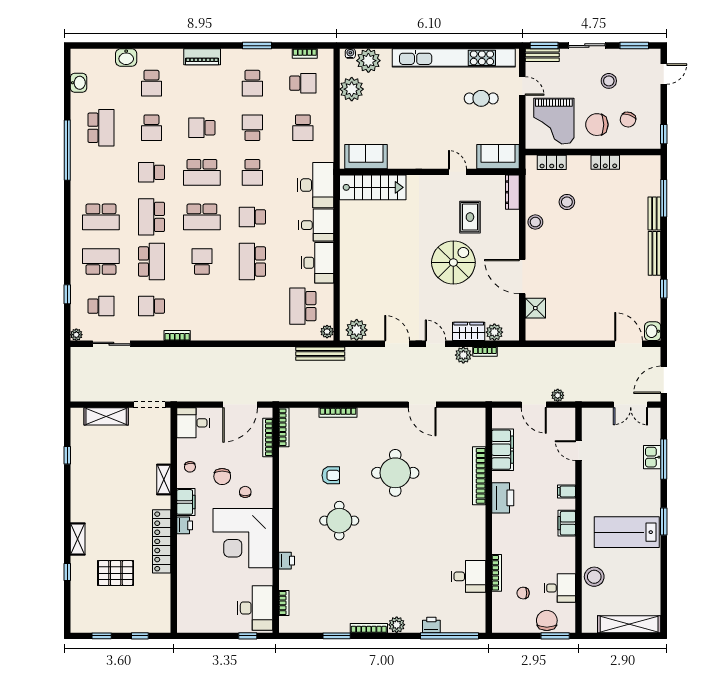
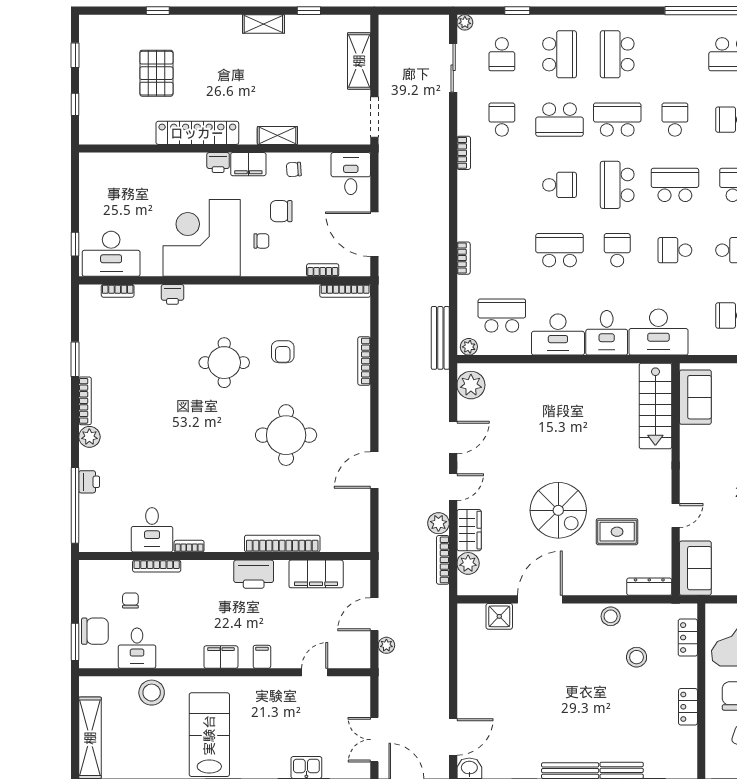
school desk: (202, 172) -> (675, 185), turned 90
bookcase: (258, 336) -> (464, 258), added
bookcase: (485, 352) -> (443, 560), width x1.56
bookcase: (268, 438) -> (323, 270), width x0.64
shelving: (78, 539) -> (263, 24), moved
bookcase: (481, 548) -> (189, 546), added

